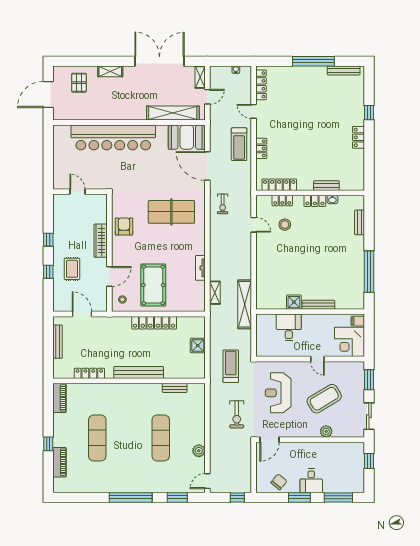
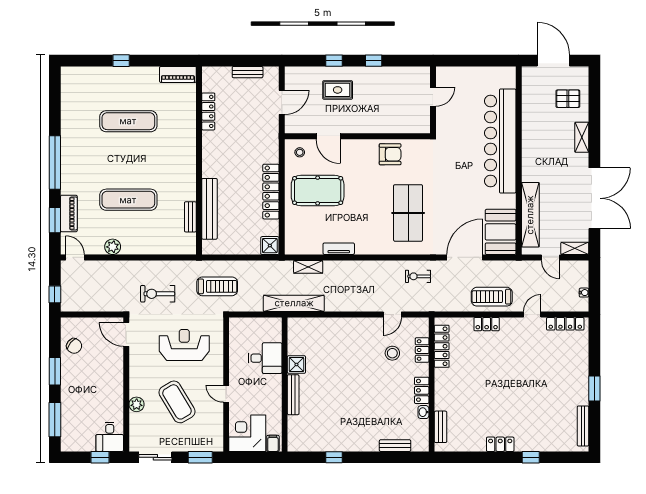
window: (313, 61) -> (594, 389), width x0.47
bench: (326, 186) -> (441, 427), moved
wardrobe: (101, 241) -> (372, 125), removed
window: (369, 272) -> (334, 457), width x0.32
bench: (58, 342) -> (248, 72), width x0.73
shower: (198, 345) -> (270, 246), moved
door: (317, 359) -> (226, 394), hinge flipped
bench: (139, 372) -> (209, 209), moved
piano: (59, 462) -> (69, 213), moved, turned -90
desk: (311, 481) -> (110, 437), moved, turned -90

